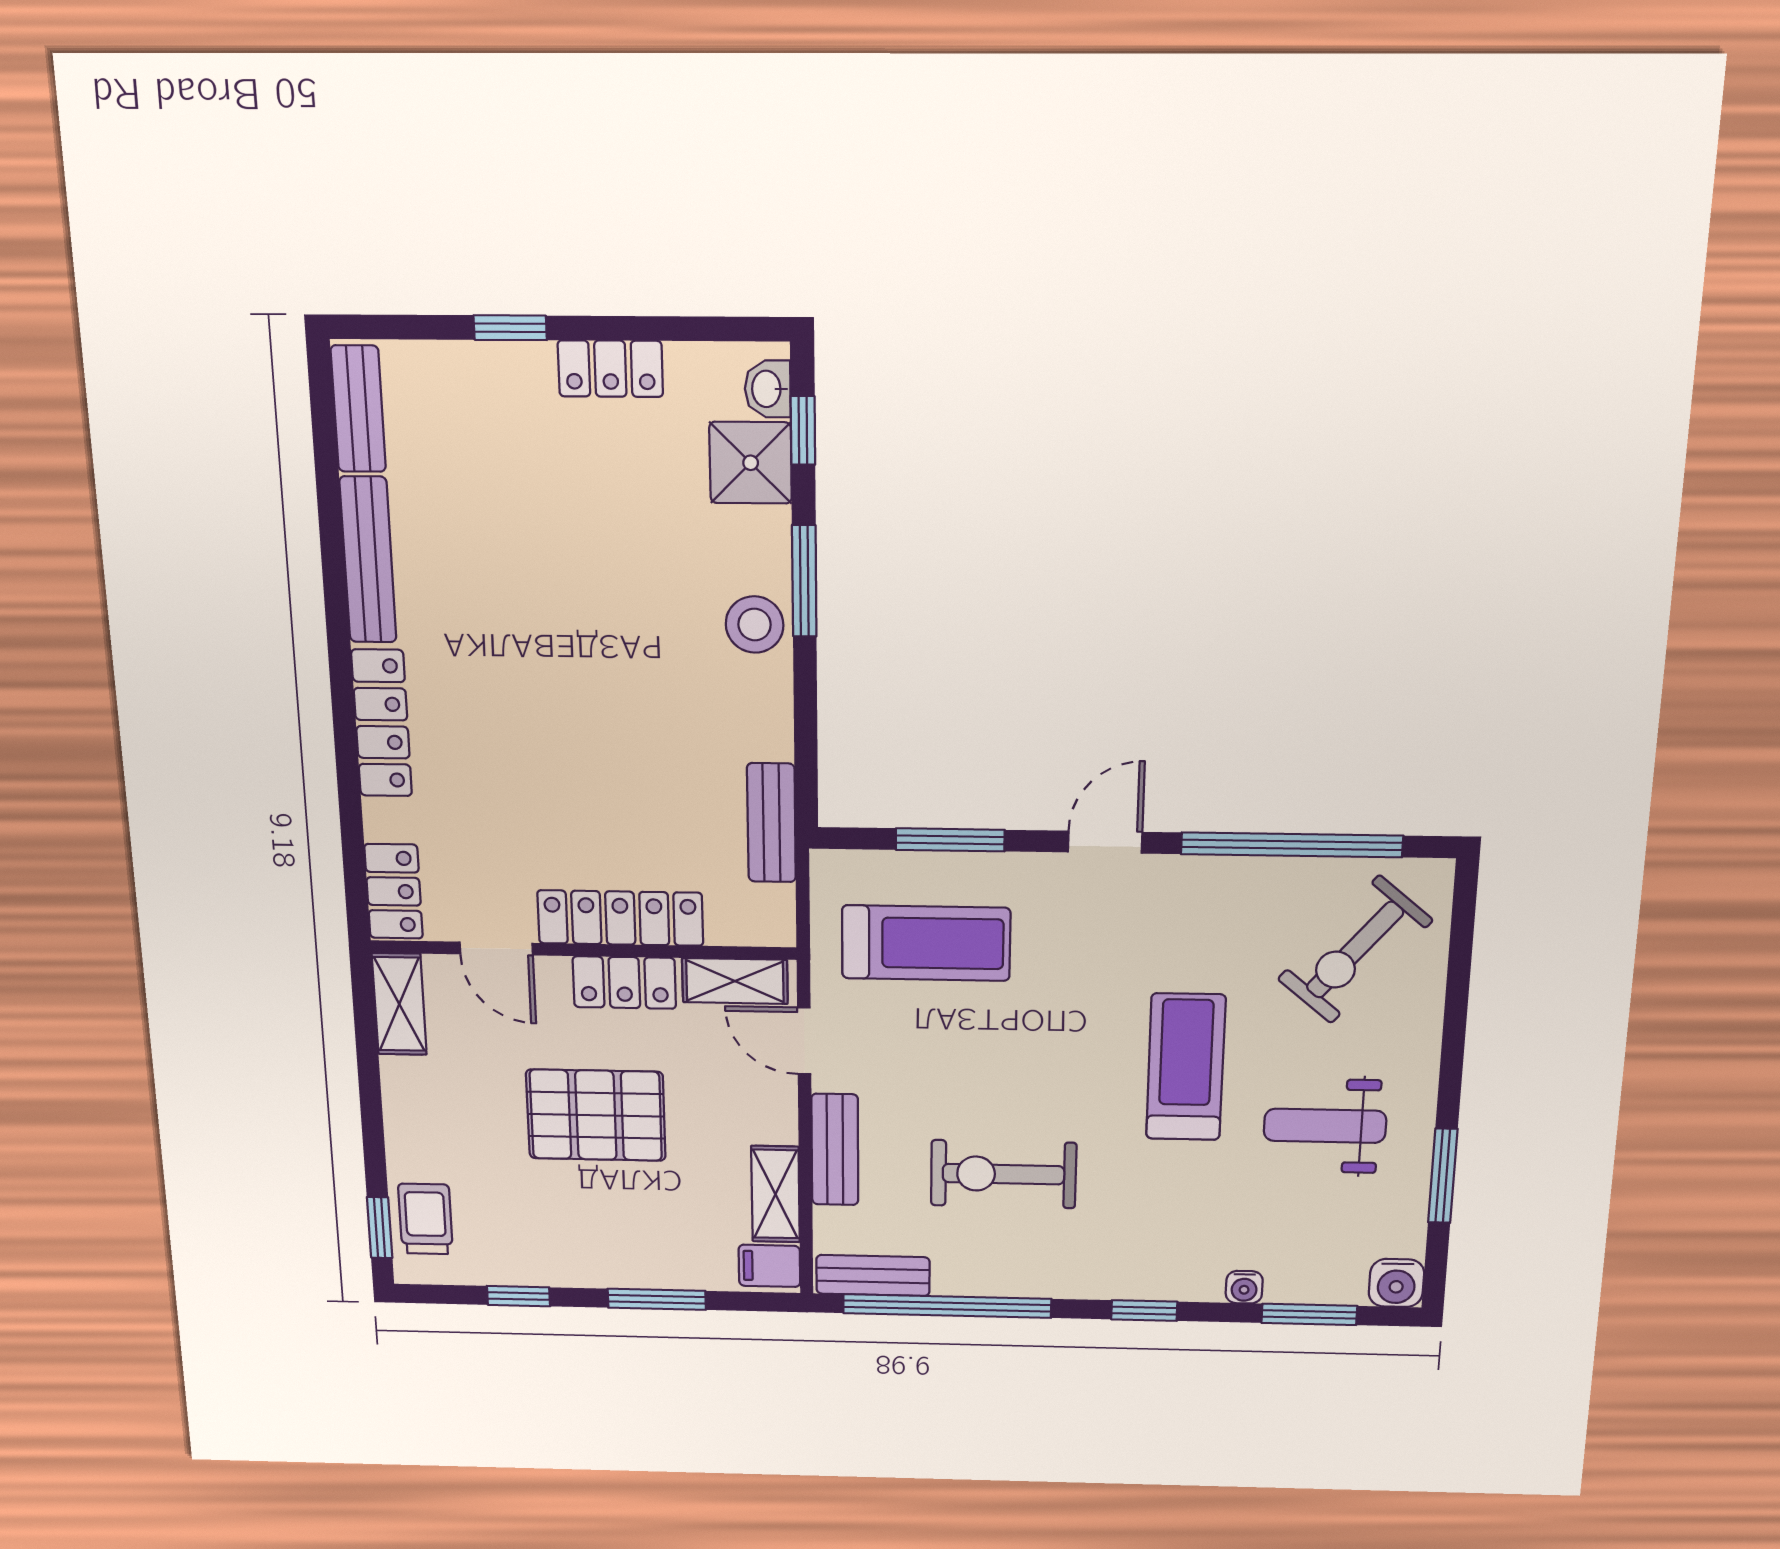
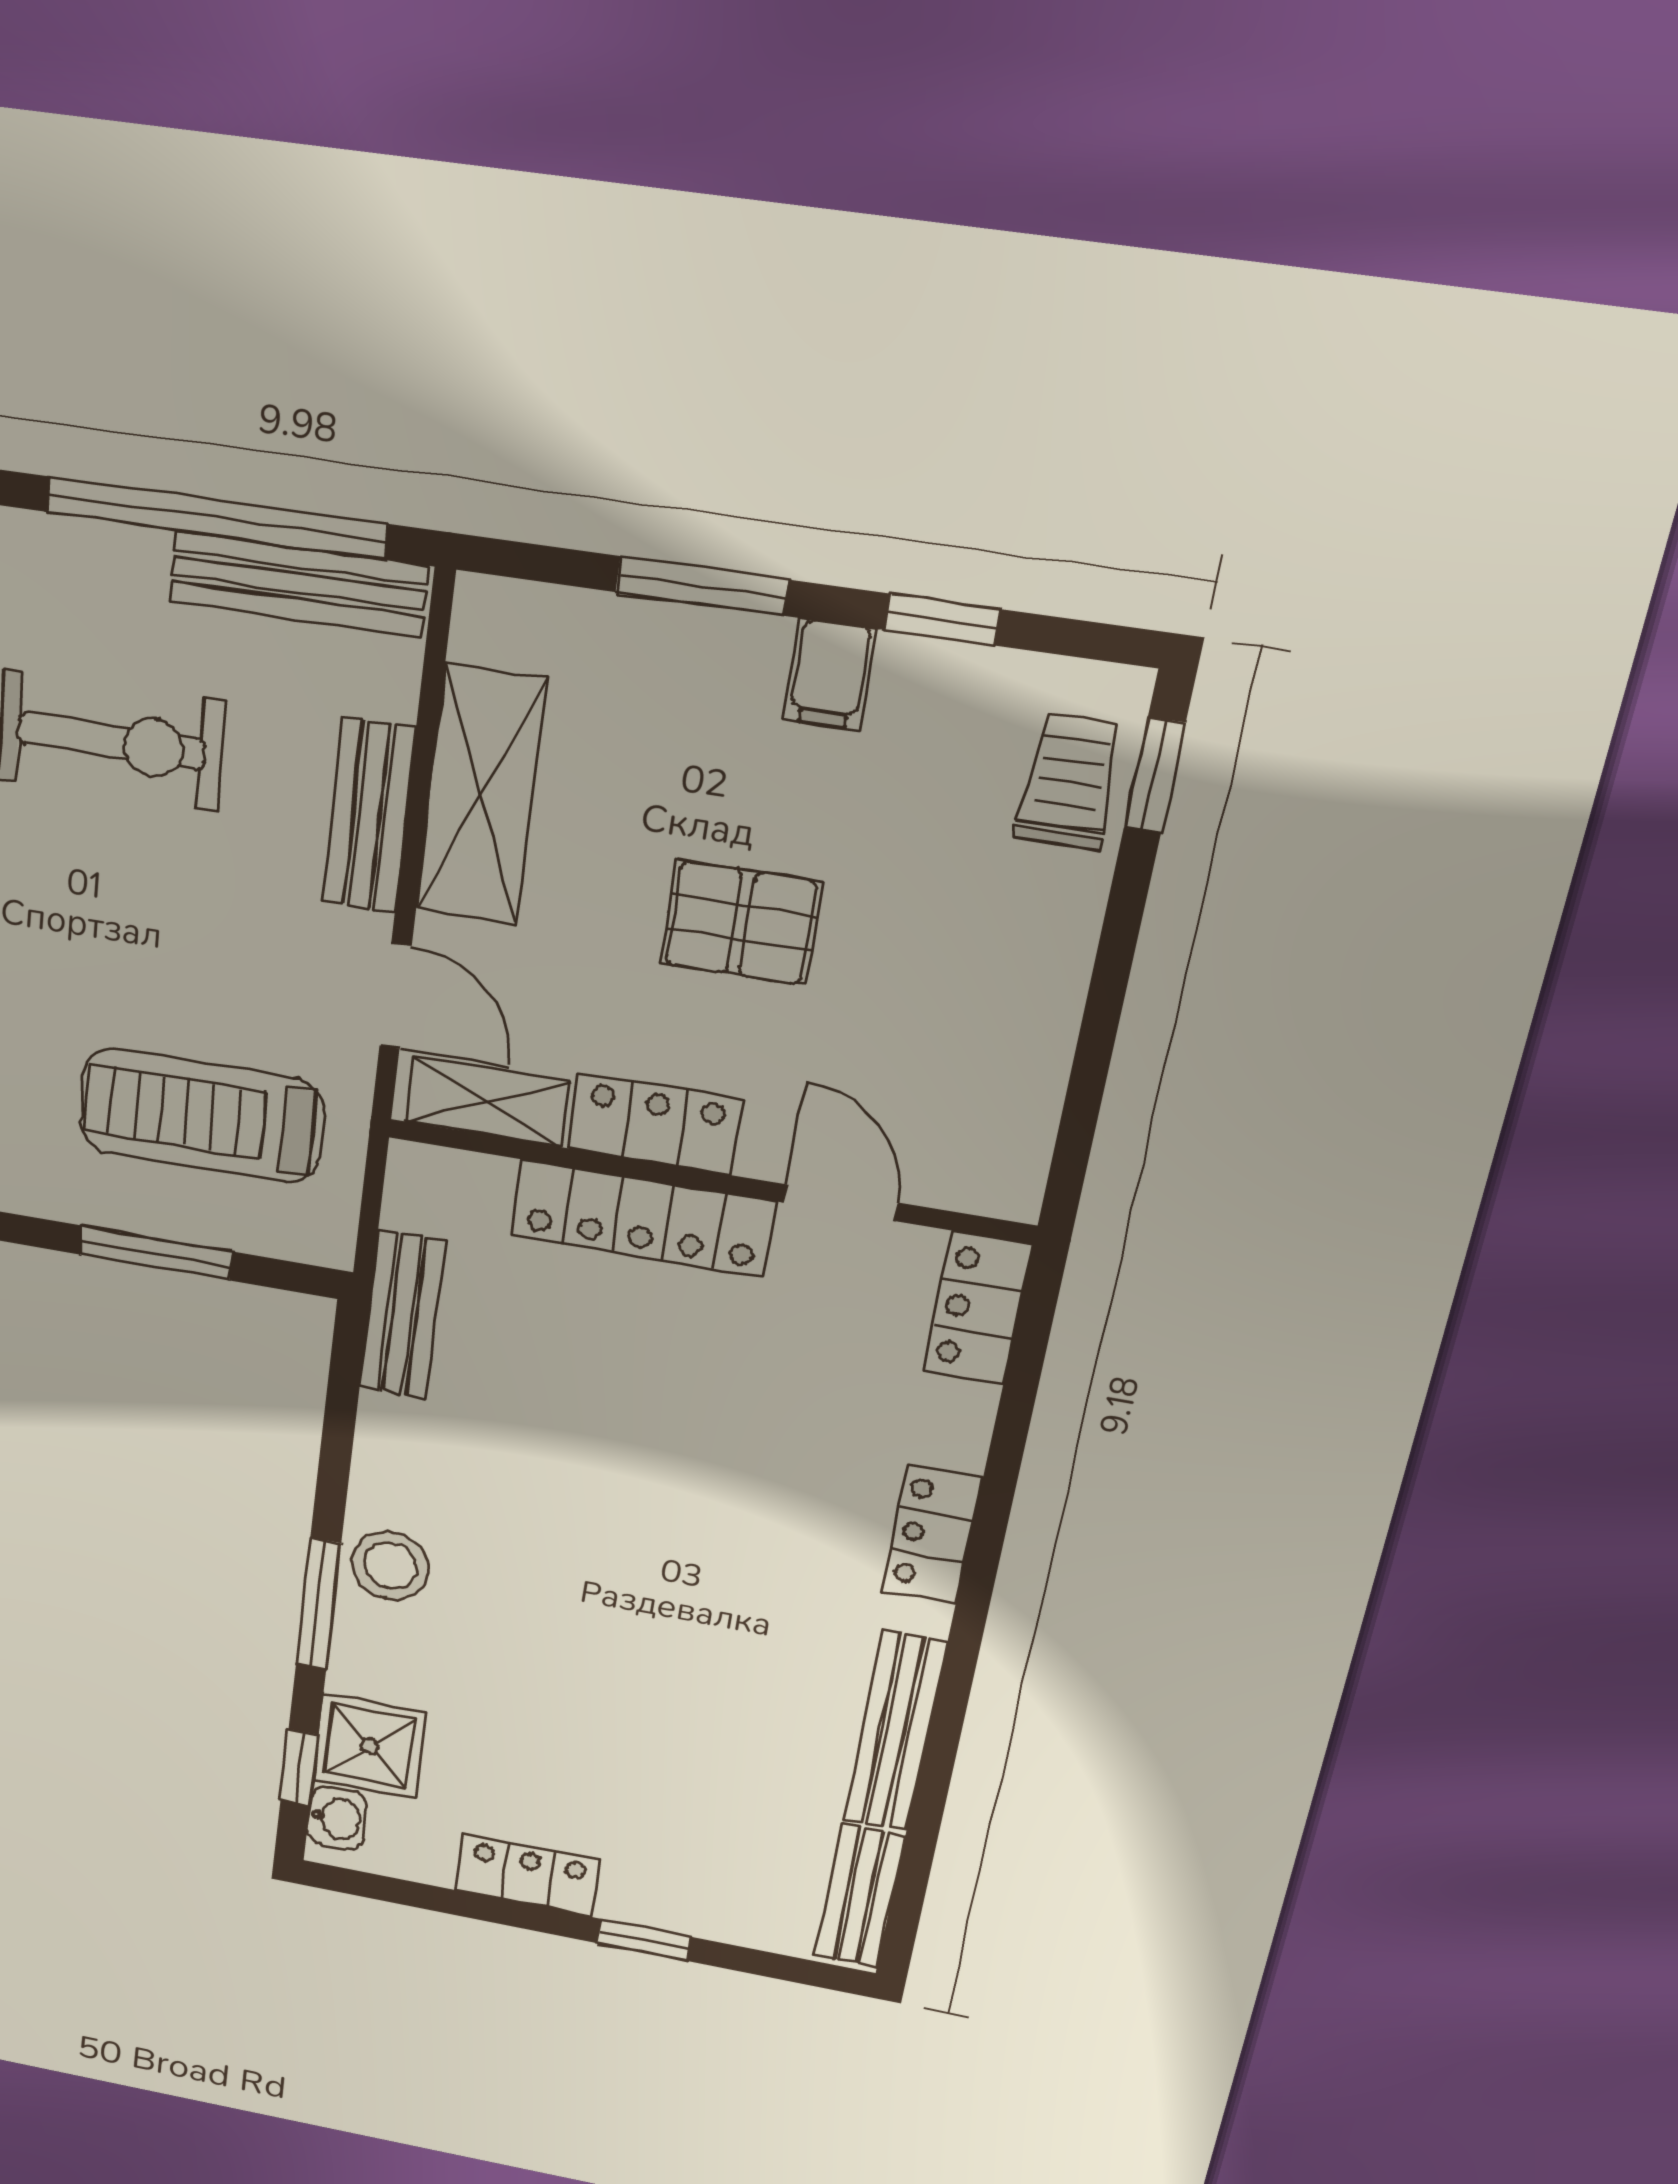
locker: (382, 723) -> (932, 1534), width x0.66
shelving: (399, 1004) -> (1016, 1142), removed
pallet: (596, 1115) -> (741, 923), width x0.67, depth x0.71
shelving: (775, 1194) -> (481, 795), width x1.50, depth x1.33
trolley: (425, 1219) -> (1070, 781), turned 180
filing cabinet: (769, 1266) -> (830, 674), moved, turned 90
bench: (873, 1275) -> (299, 583), width x1.36

